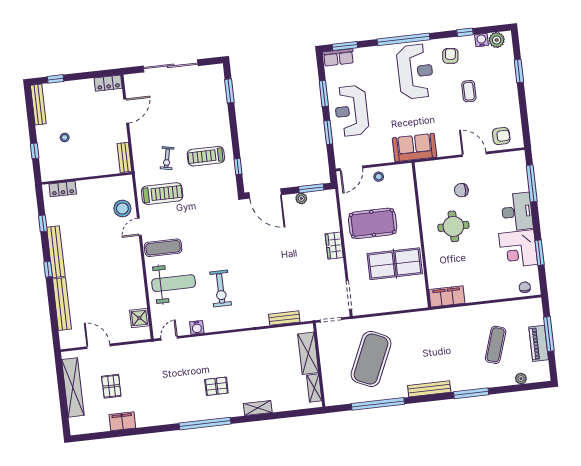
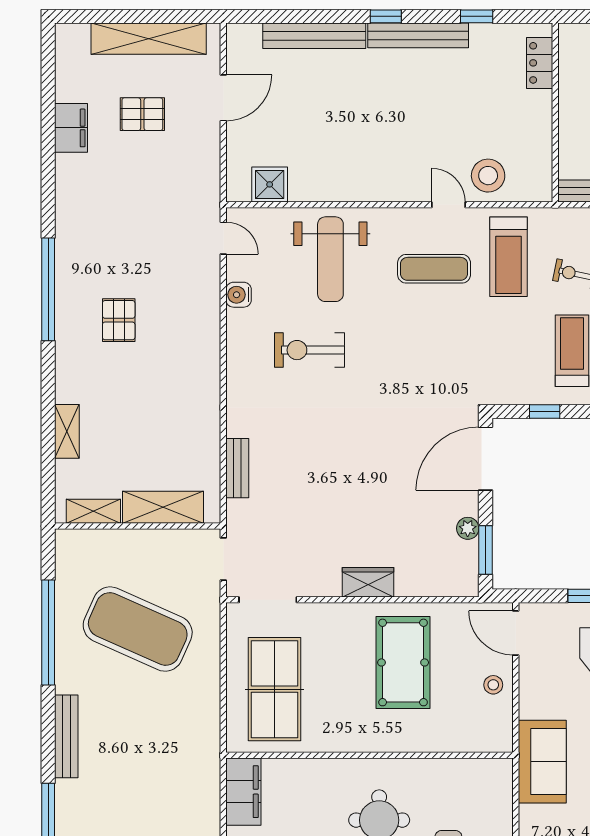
exercise mat: (163, 248) -> (434, 269), moved, turned 90
table tennis table: (395, 264) -> (274, 689), moved
shelving: (258, 408) -> (67, 431), moved

